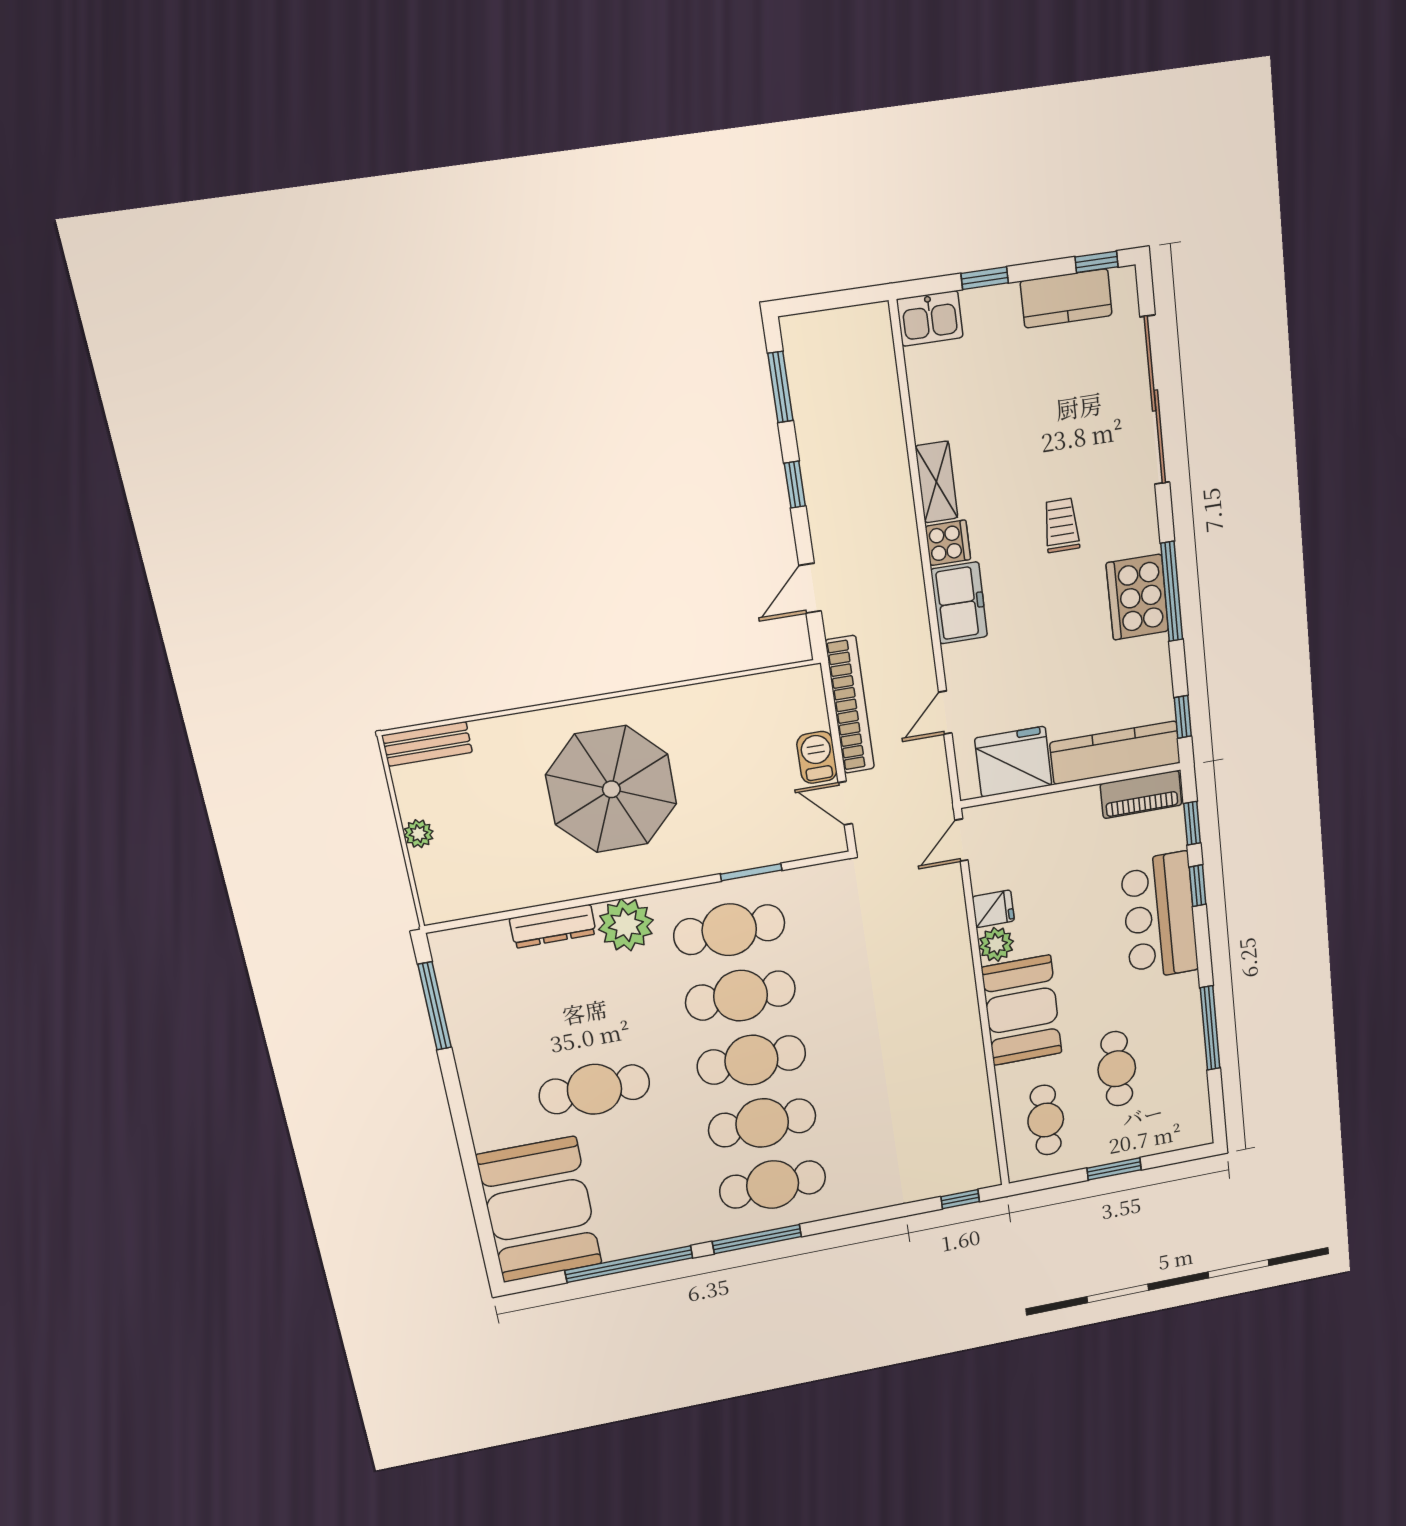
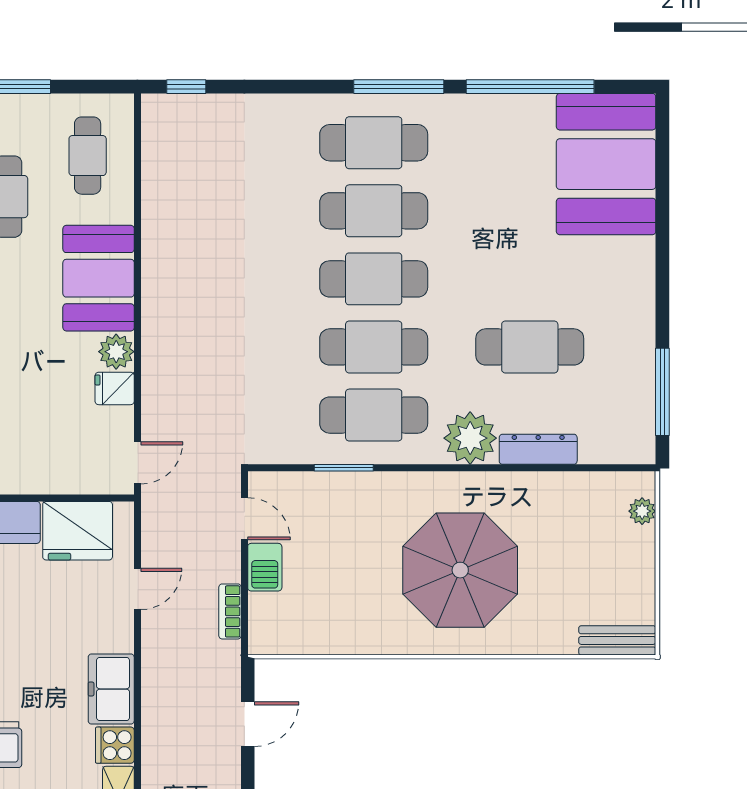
bookcase: (850, 705) -> (230, 611), width x0.43, depth x0.76
plant: (419, 834) -> (642, 511), moved
cafe table: (594, 1089) -> (530, 347), moved

